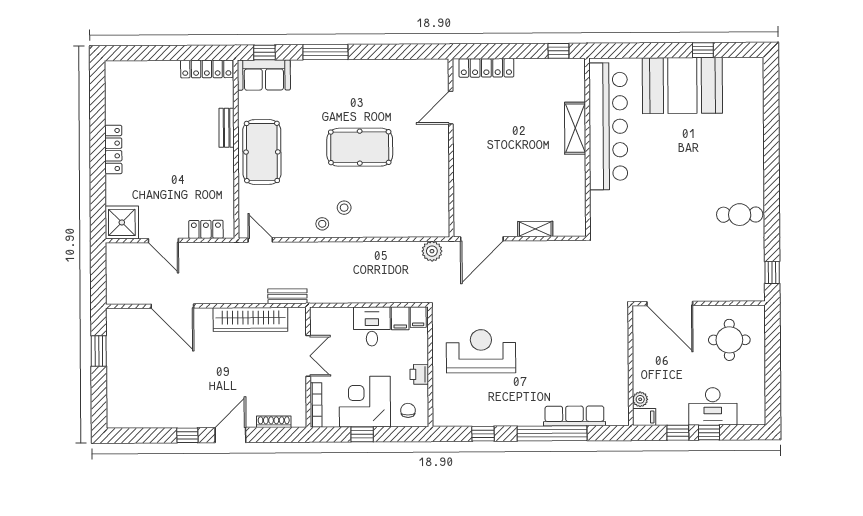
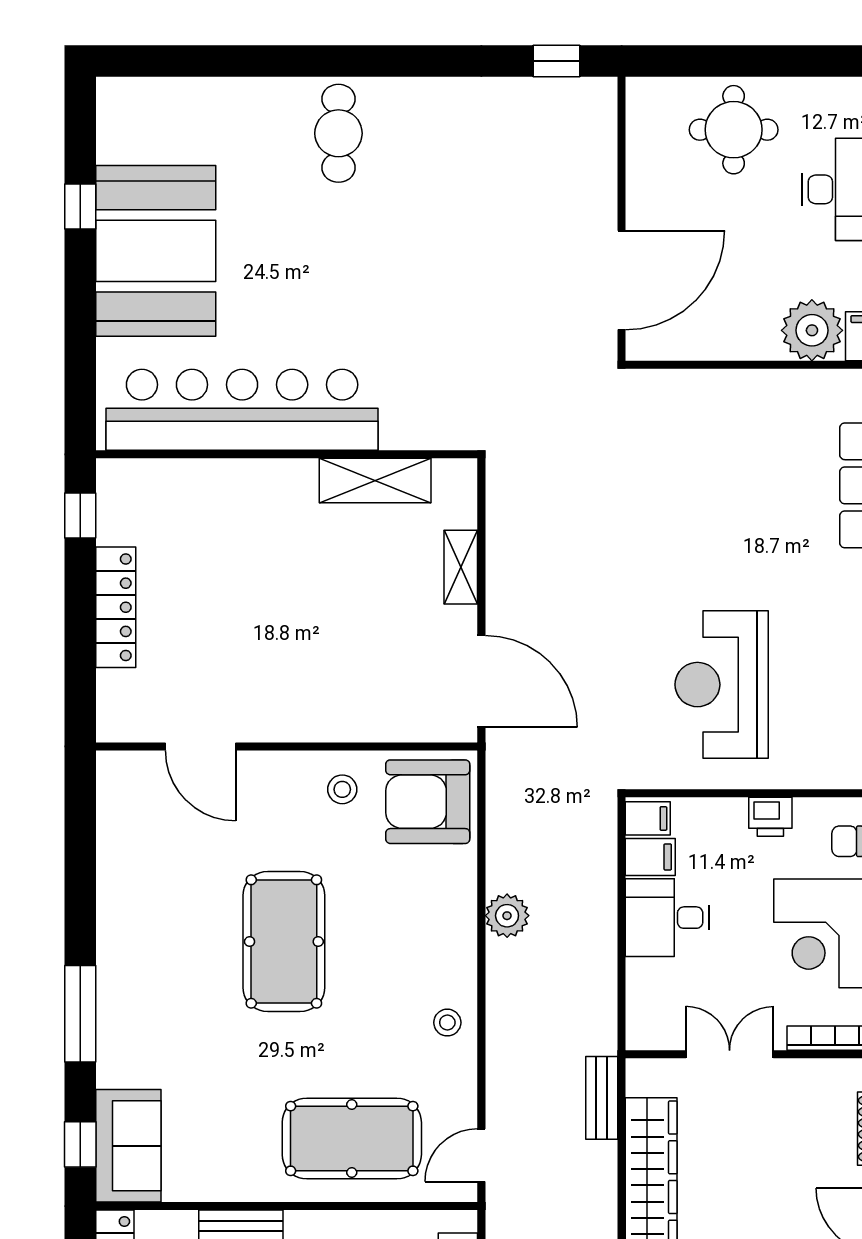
locker: (486, 68) -> (116, 607), moved
shelving: (575, 128) -> (375, 481), moved
pool table: (262, 152) -> (352, 1138), moved
stool: (344, 208) -> (342, 789), moved
armchair: (425, 214) -> (428, 802), added
cafe table: (740, 215) -> (338, 133), moved
plant: (432, 251) -> (507, 916), moved
round table: (729, 340) -> (734, 130), moved
plant: (640, 399) -> (812, 330), width x1.87, depth x1.87

